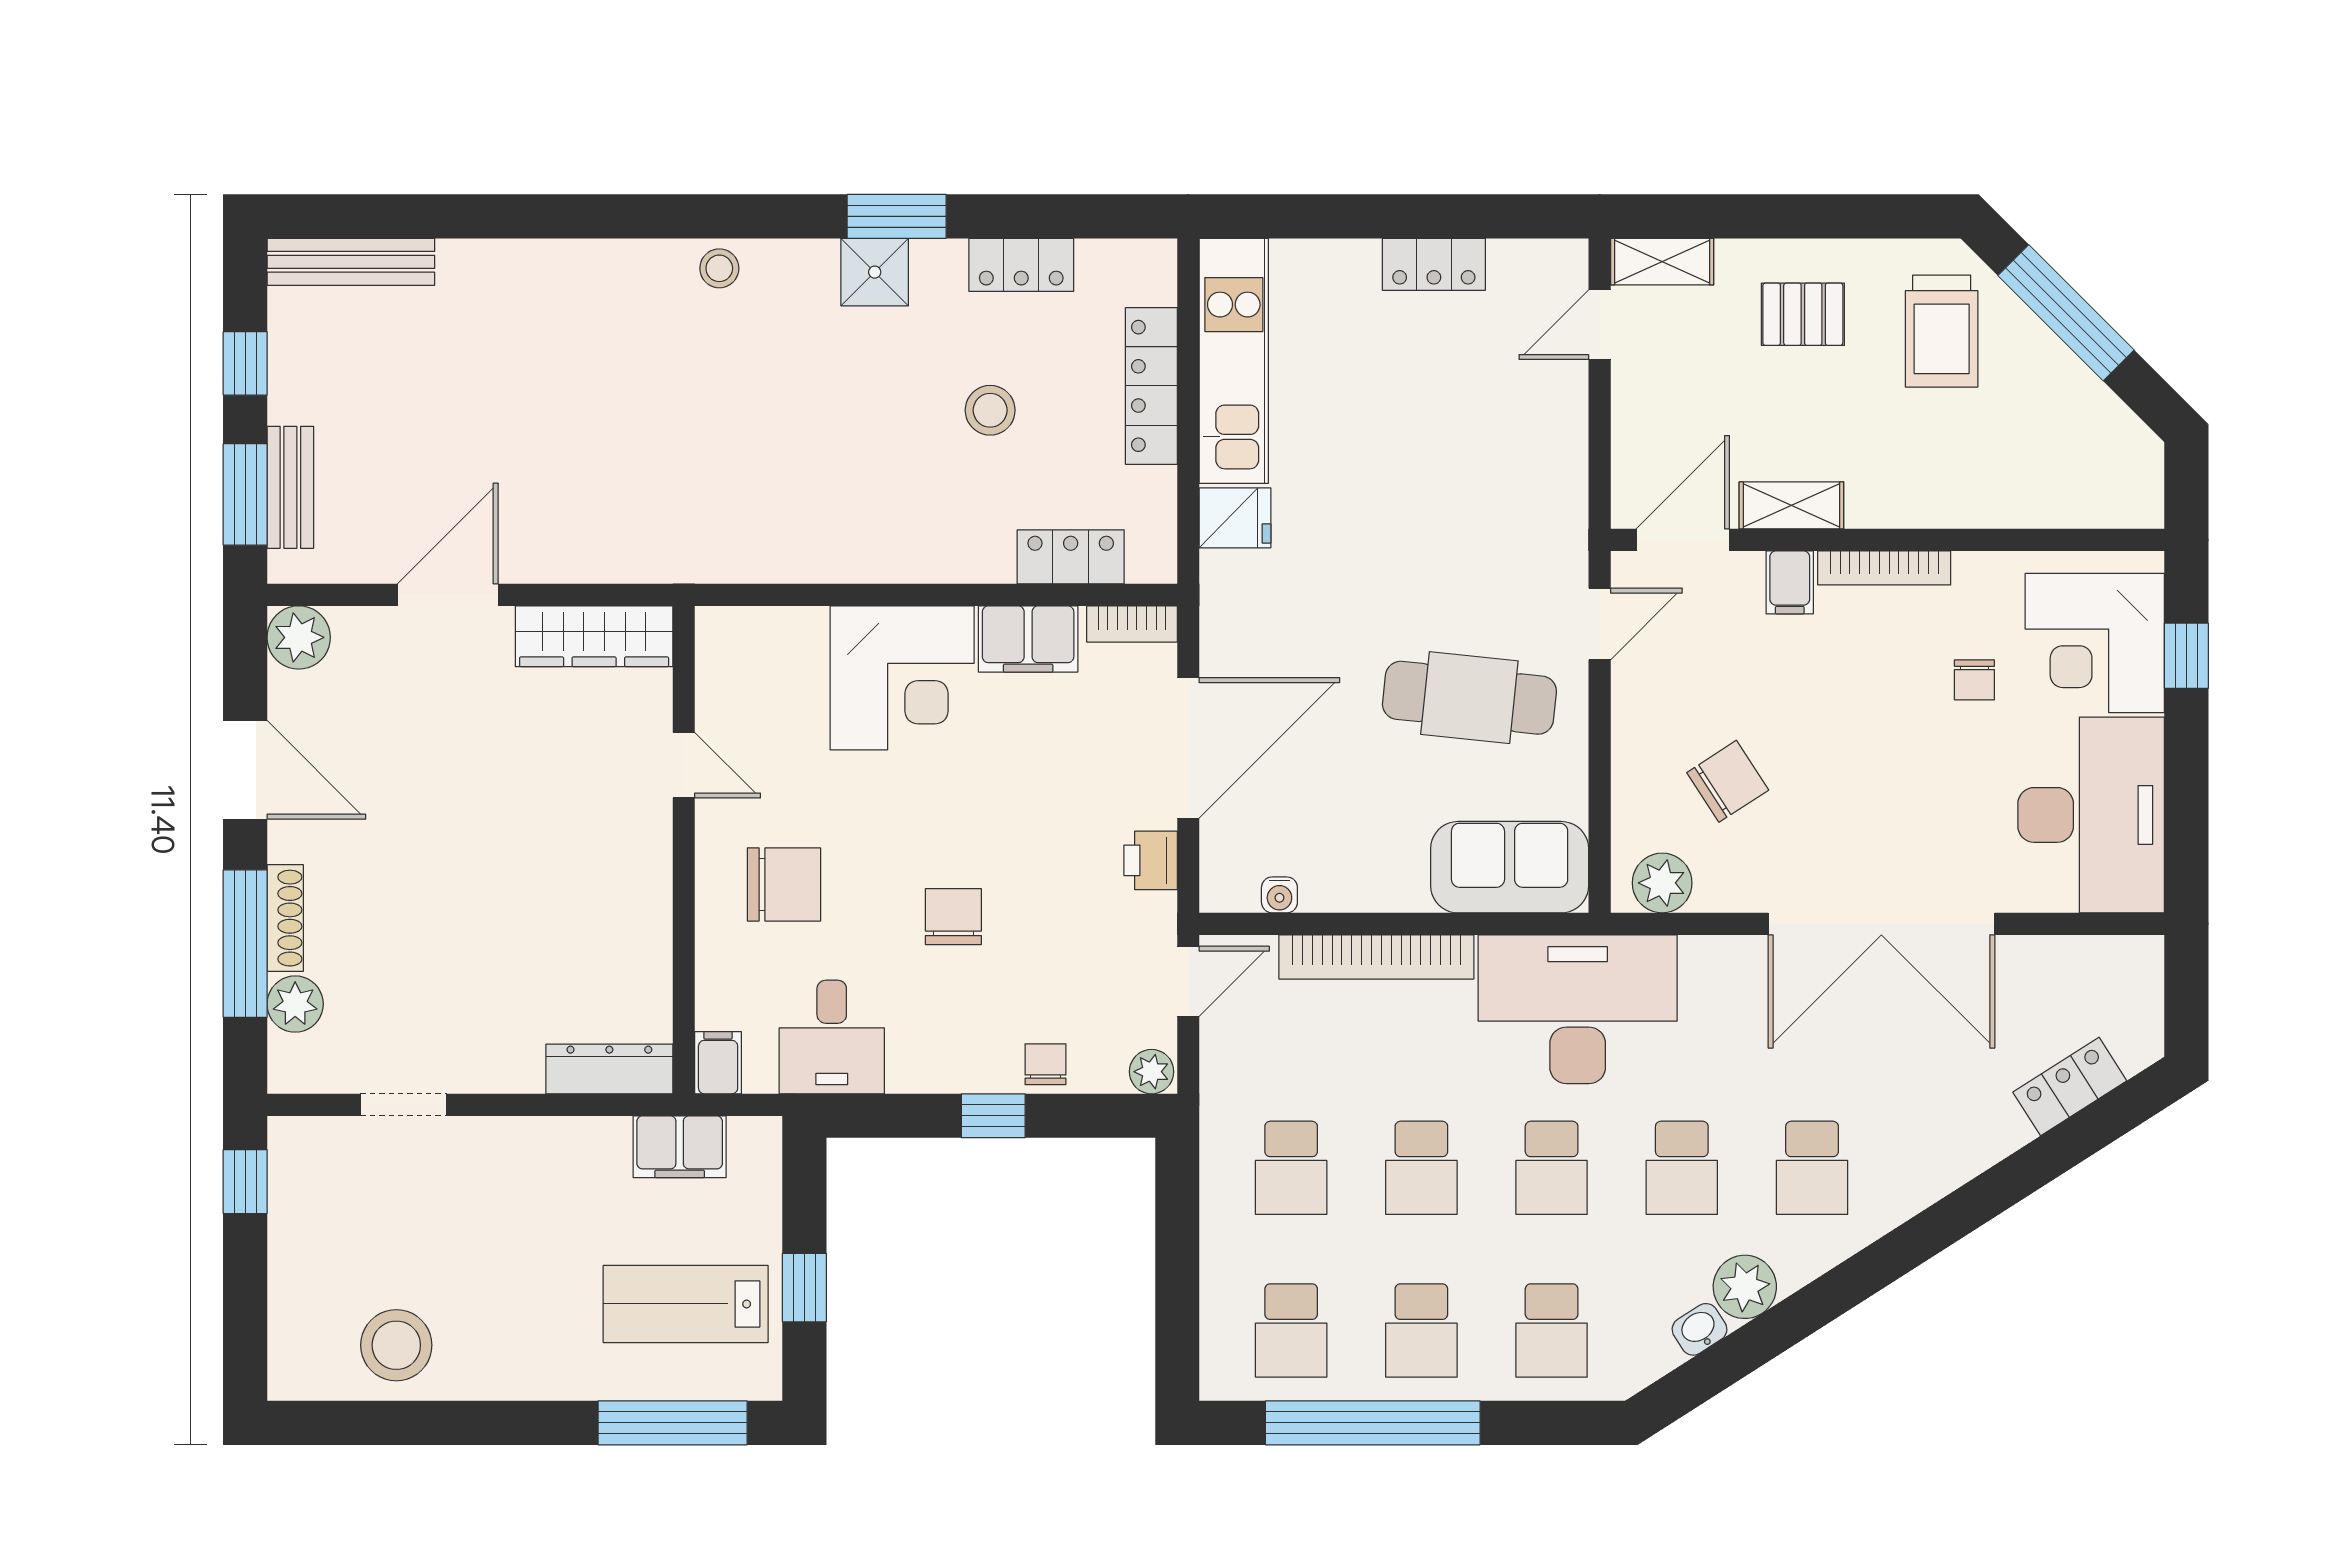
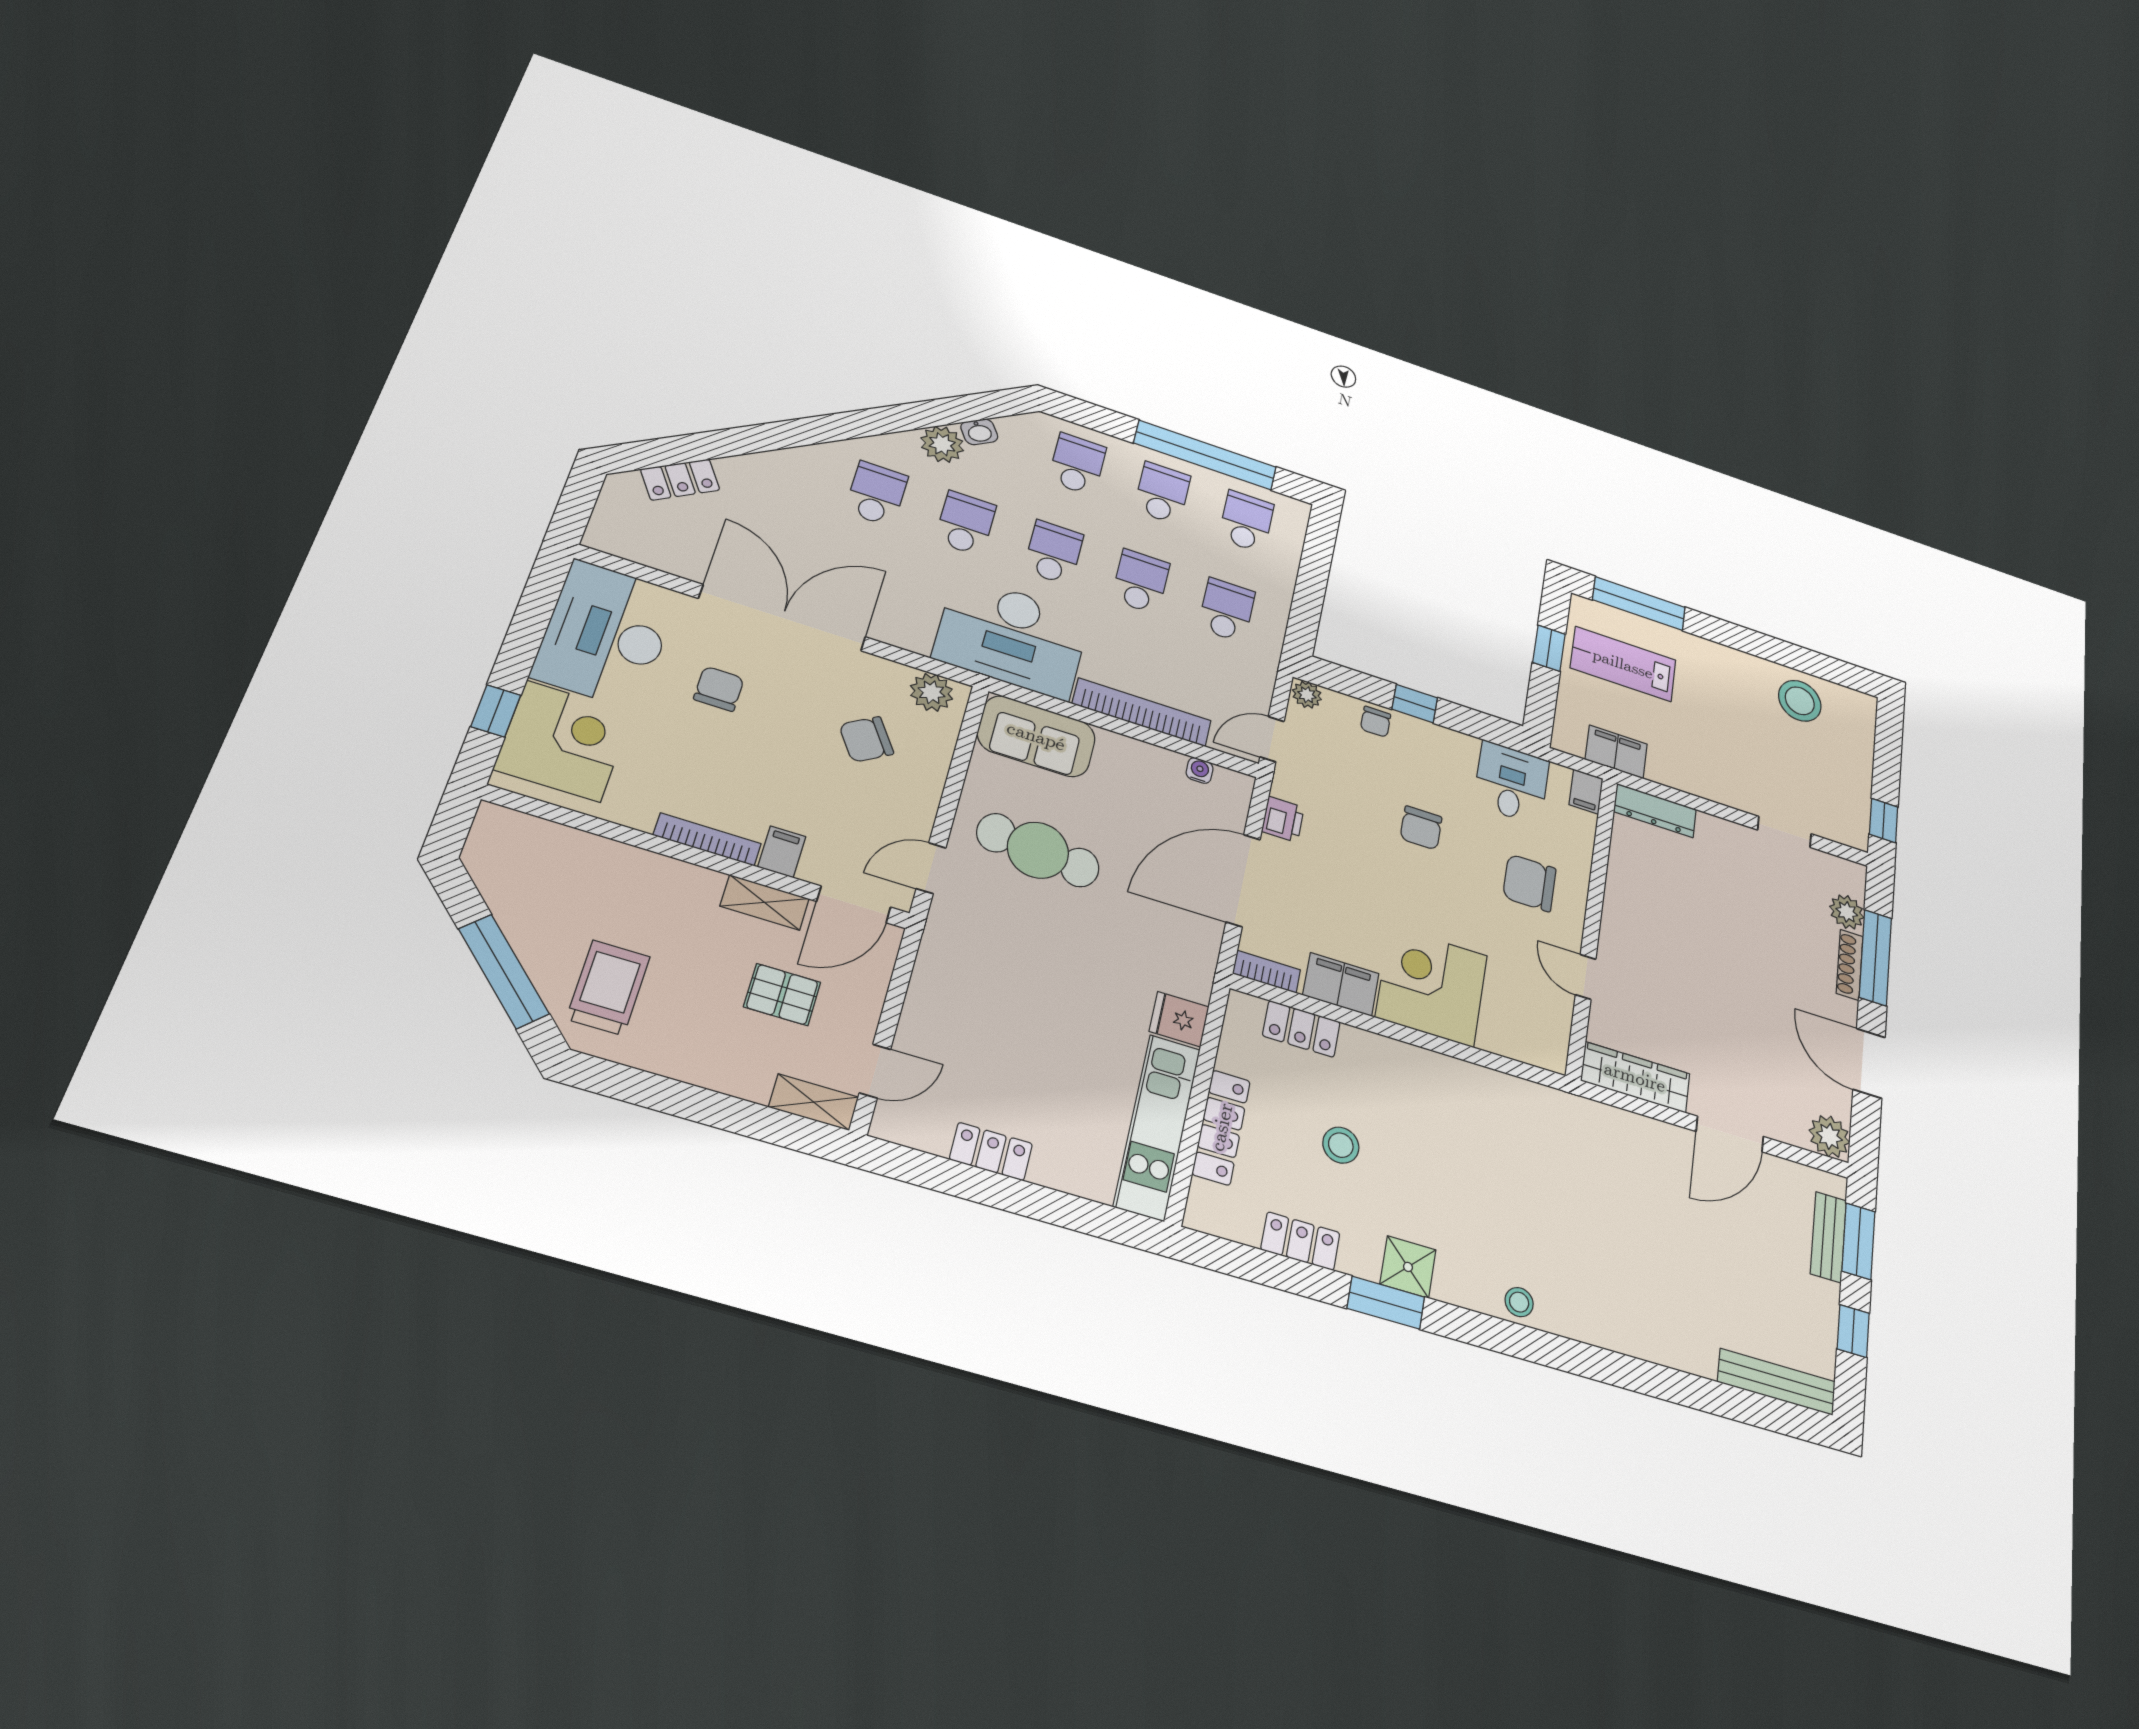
pallet: (1803, 314) -> (782, 995), moved
chair: (1974, 680) -> (719, 689), moved, width x1.37, depth x1.37
lab bench: (686, 1304) -> (1623, 664), turned 180

